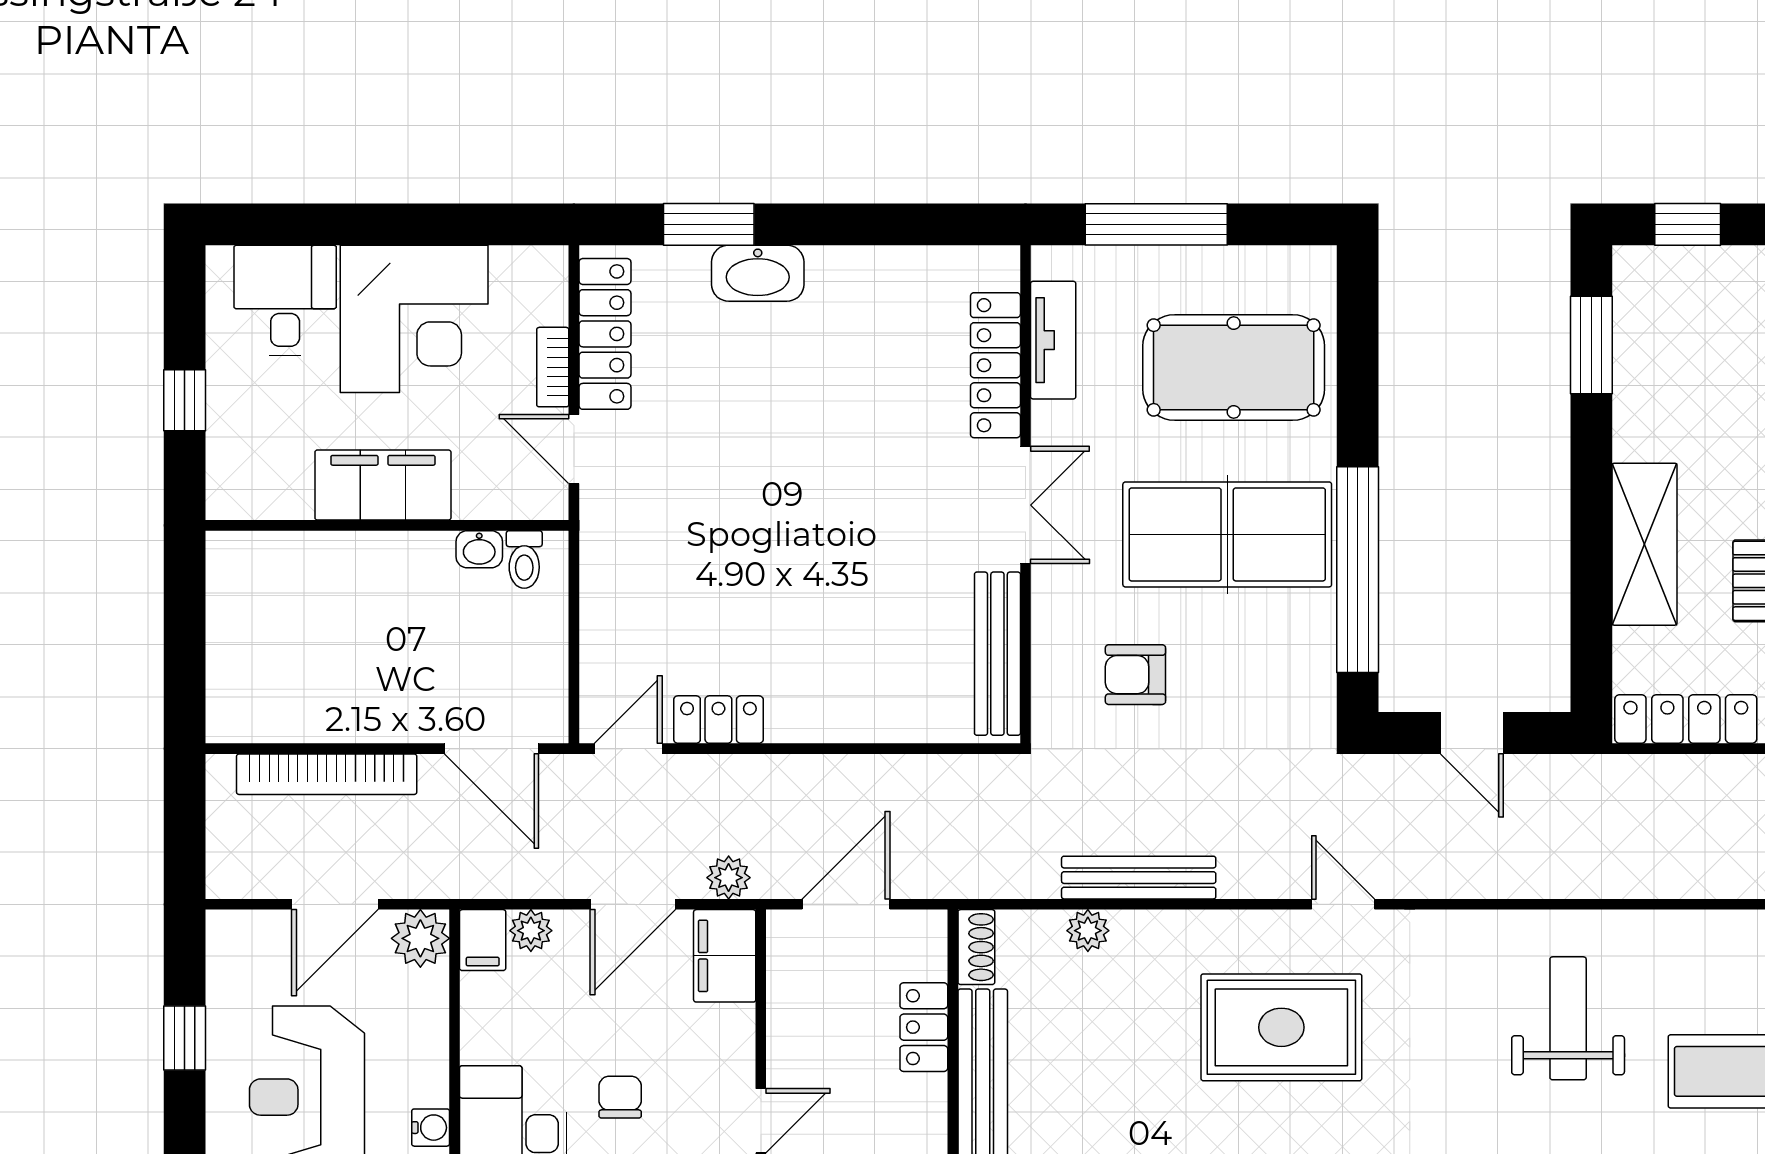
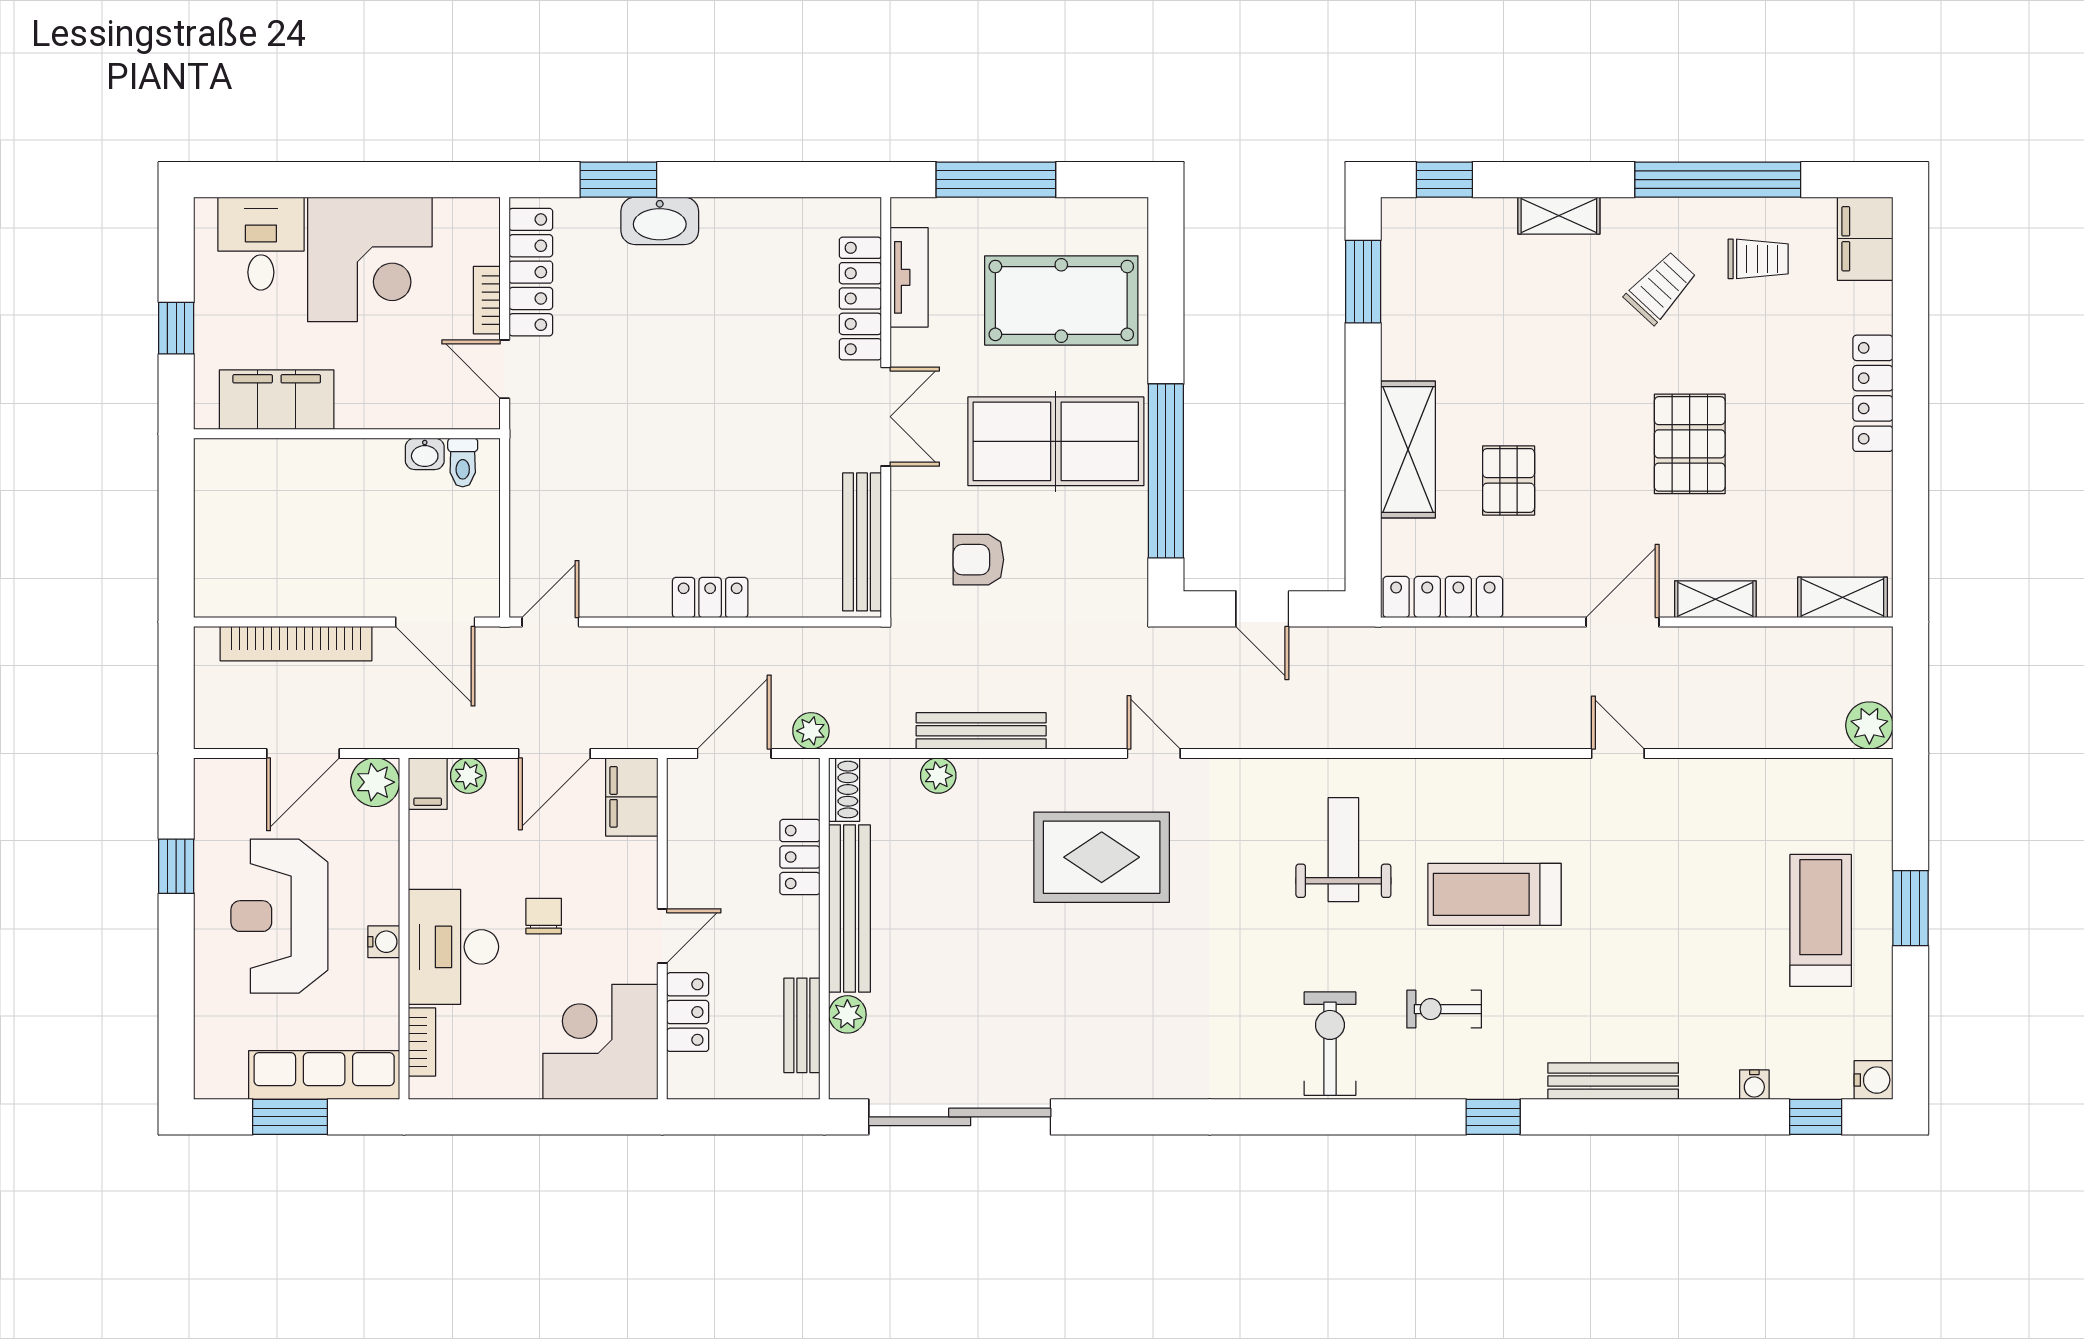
filing cabinet: (383, 485) -> (277, 400), moved
locker: (718, 720) -> (710, 598), moved
plant: (729, 878) -> (811, 731), moved

